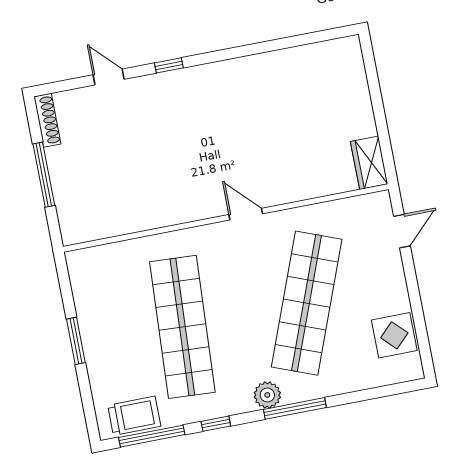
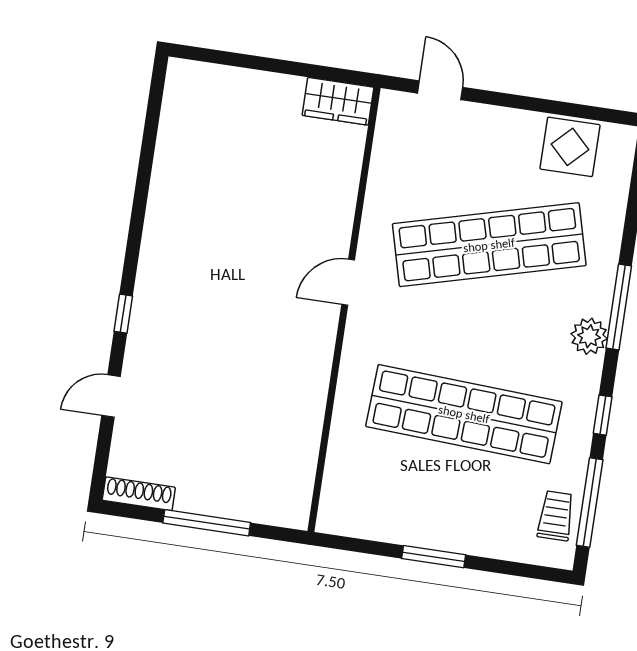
shop shelf: (307, 303) -> (489, 245), turned -36
trolley: (134, 416) -> (556, 516), width x0.73, depth x0.72

